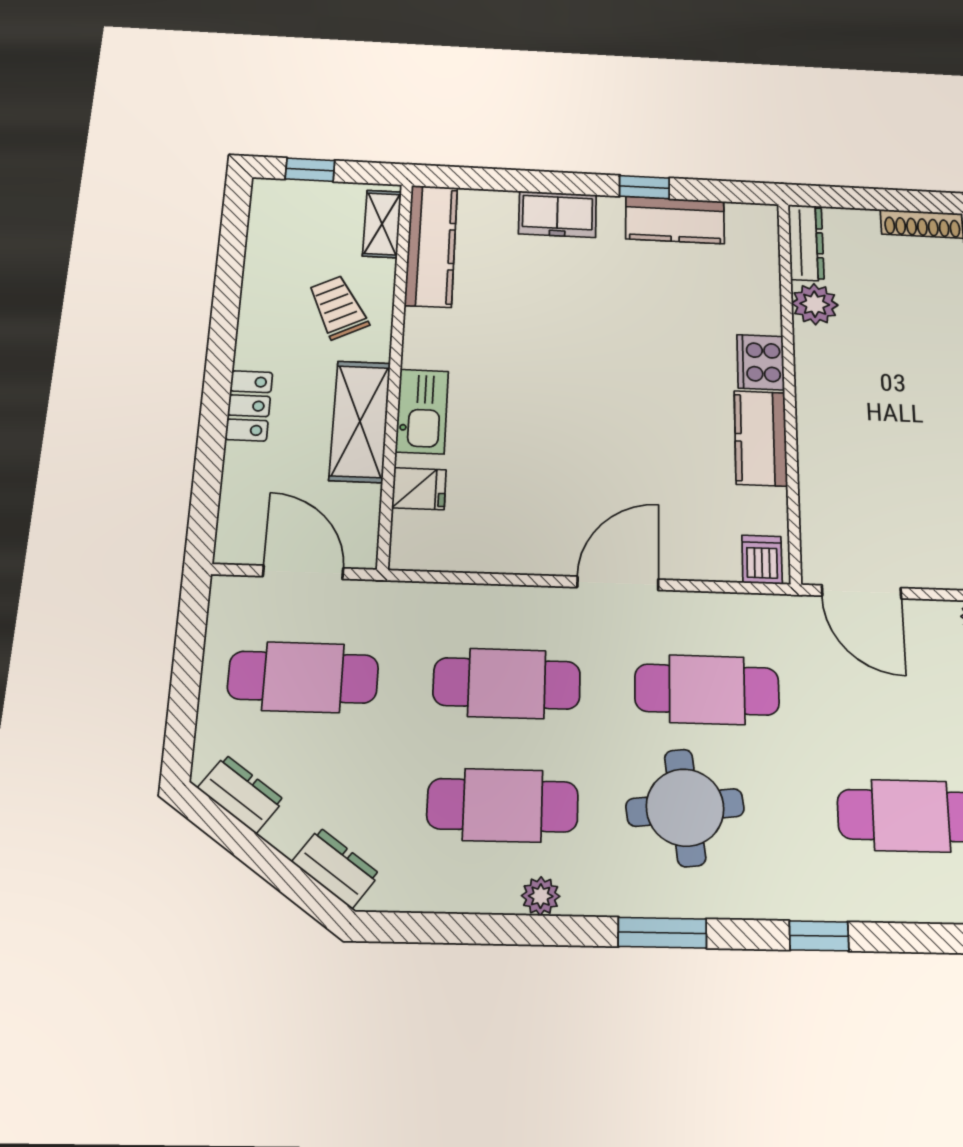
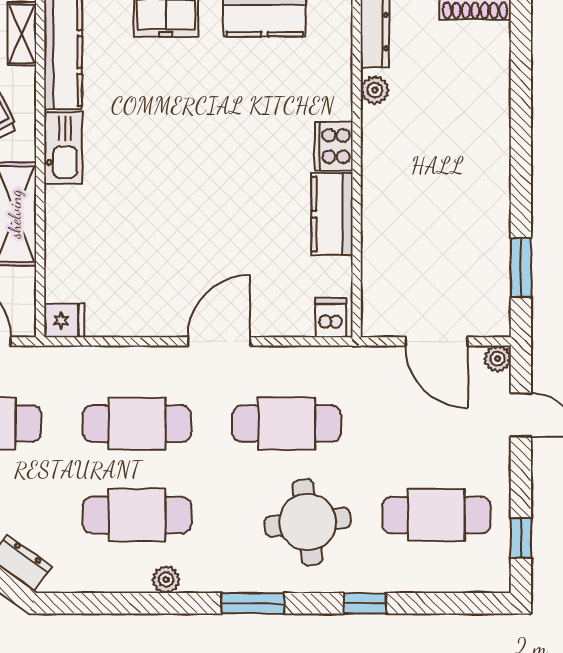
plant: (815, 304) -> (375, 90), width x0.73, depth x0.73
kitchen sink: (422, 411) -> (63, 148), moved
fridge: (419, 489) -> (64, 320), moved
door: (862, 592) -> (436, 341), moved
round table: (685, 808) -> (308, 522), moved

